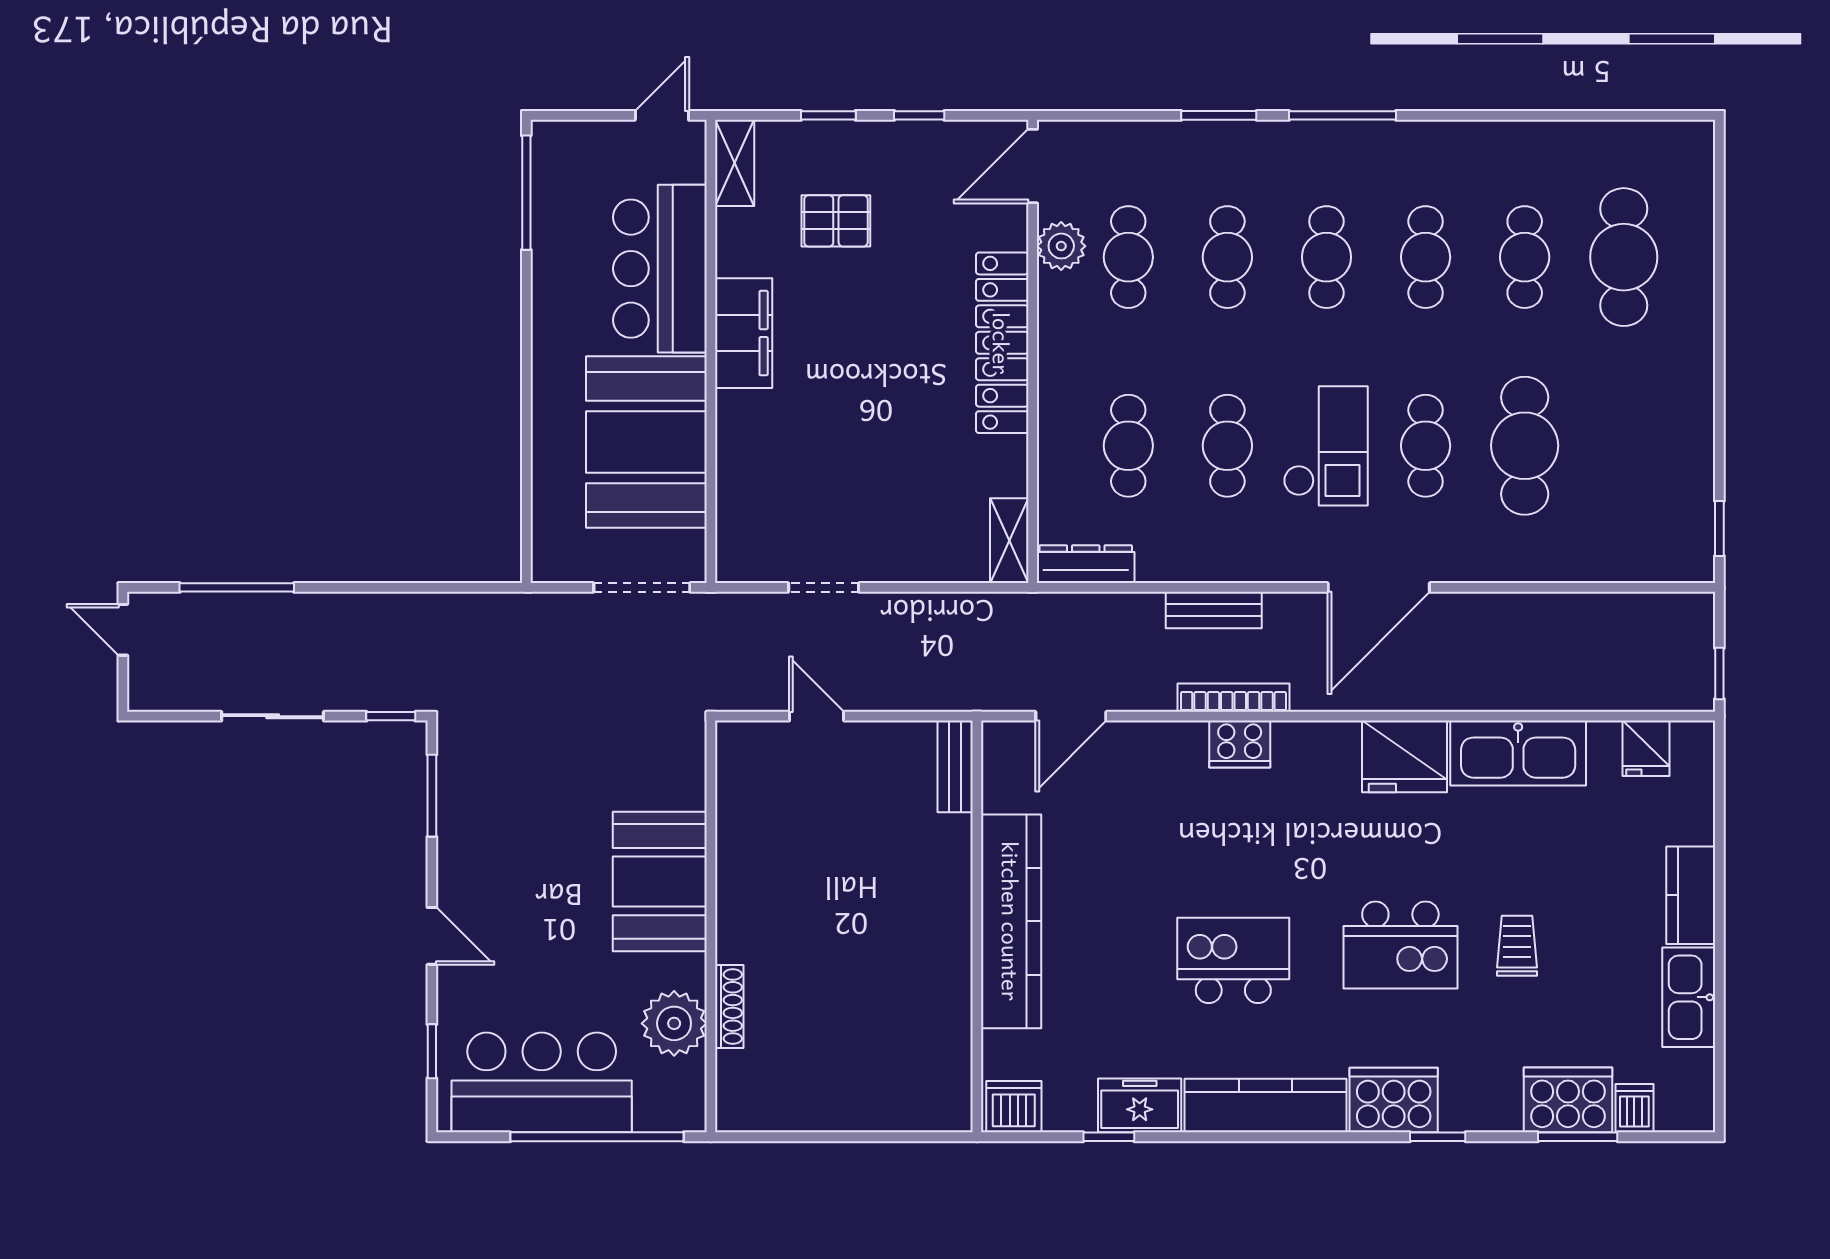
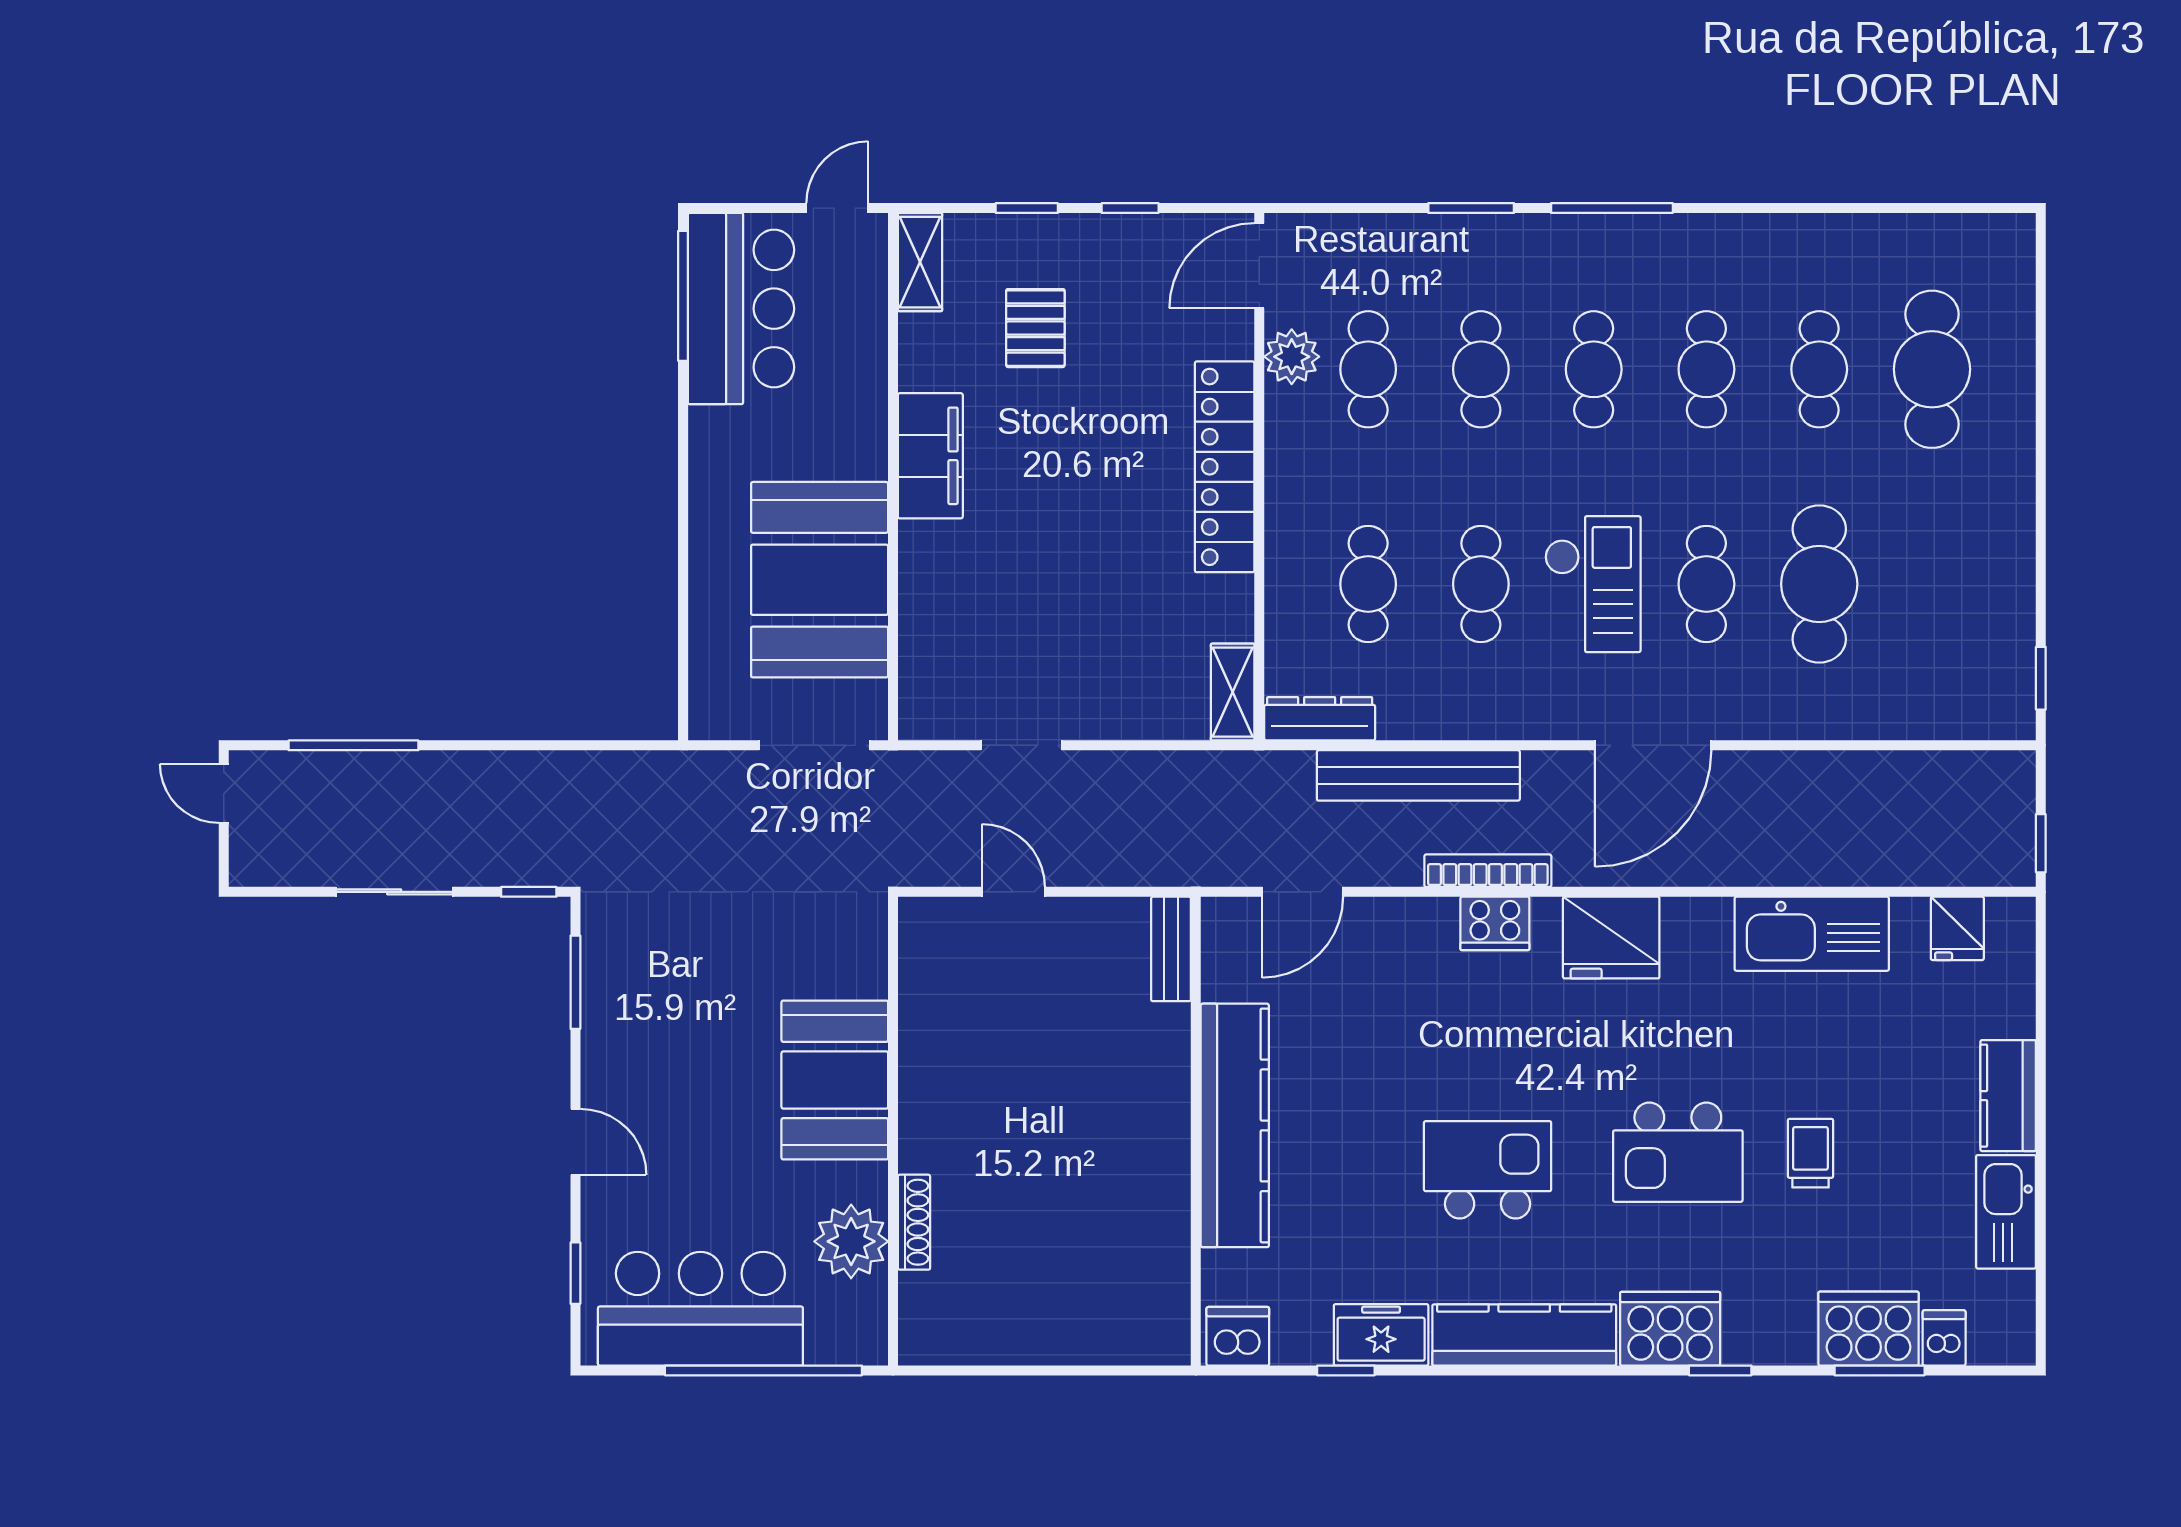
pallet: (836, 221) -> (1035, 328), turned 90
bar counter: (660, 269) -> (741, 309), moved, turned 180
bench: (1214, 610) -> (1418, 775), width x1.86, depth x1.21
fridge: (1404, 756) -> (1611, 938), moved

